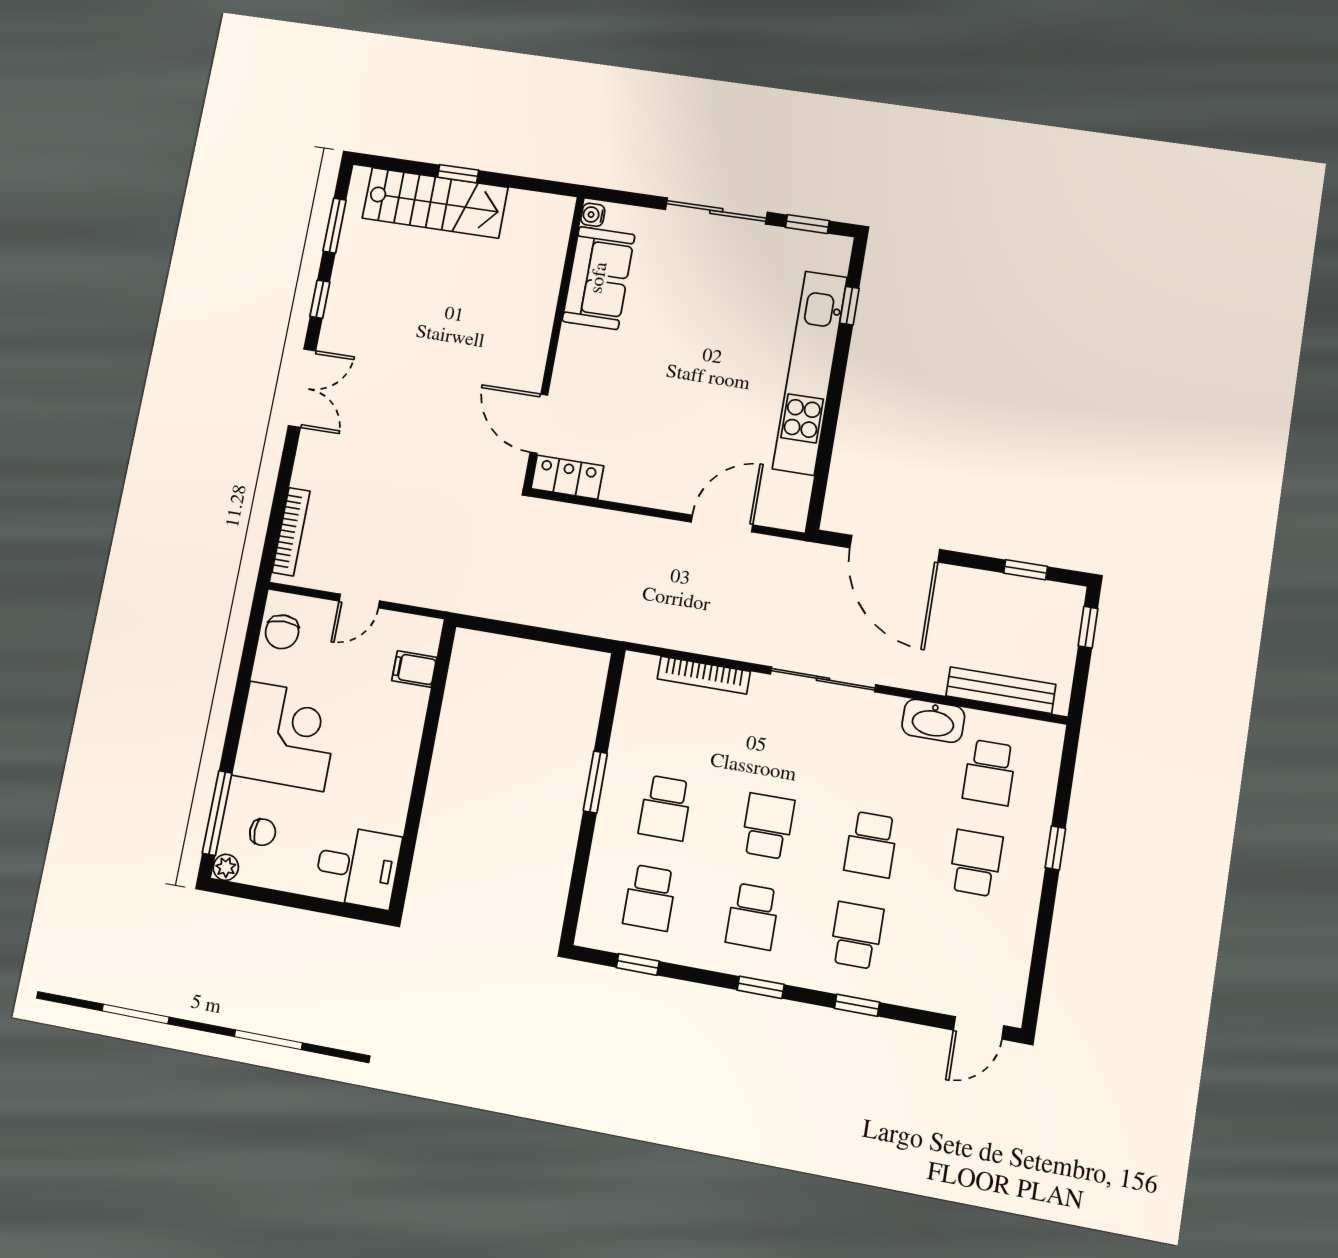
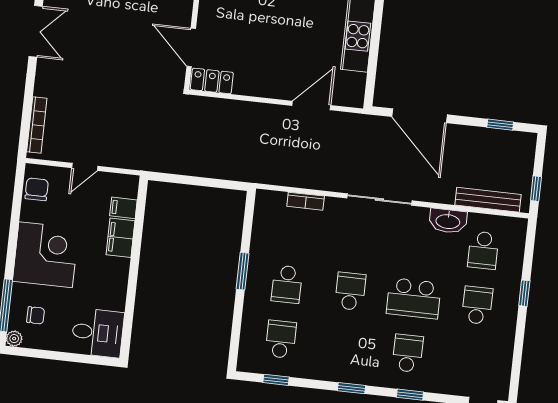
window: (1088, 627) -> (536, 189), moved
chair: (282, 632) -> (37, 189), turned 180
bookcase: (704, 675) -> (306, 201), width x0.64
filing cabinet: (406, 716) -> (120, 238), added
school desk: (871, 844) -> (414, 298), width x1.85
school desk: (650, 898) -> (281, 339), turned 180
school desk: (753, 916) -> (344, 346), removed

